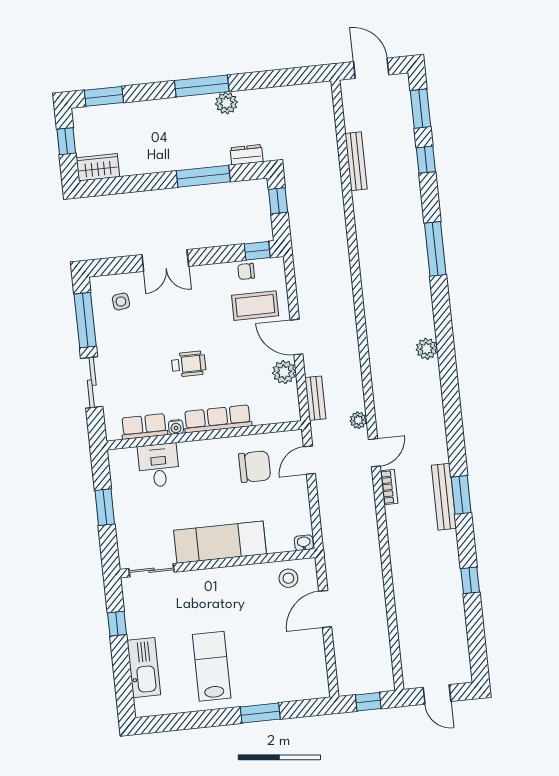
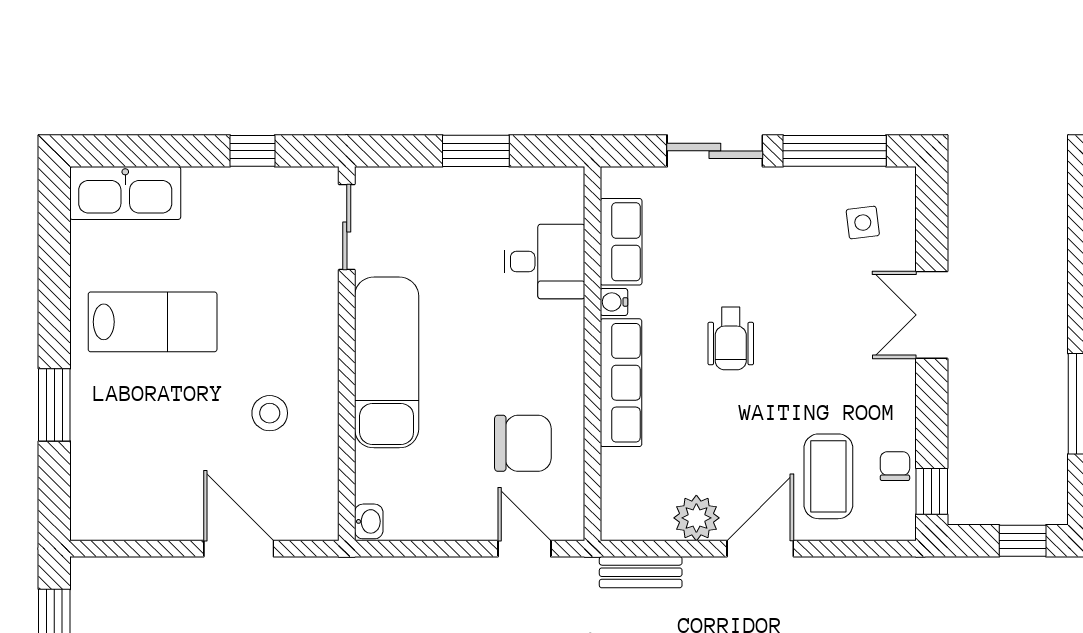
chair: (255, 467) -> (523, 443), turned -90
stool: (288, 578) -> (270, 413), moved
kitchen sink: (144, 668) -> (125, 193), moved

